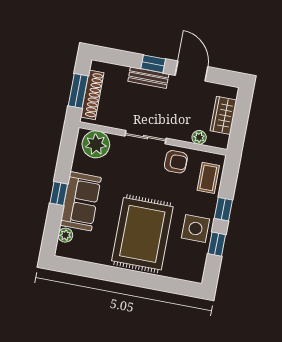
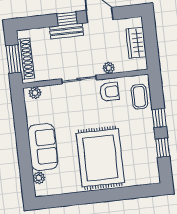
plant: (199, 137) -> (109, 68), moved
plant: (96, 144) -> (35, 93), width x0.53, depth x0.53
window: (59, 194) -> (23, 146), removed
side table: (196, 229) -> (142, 140), removed

